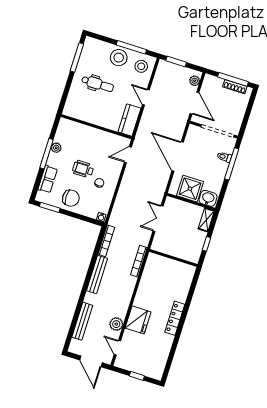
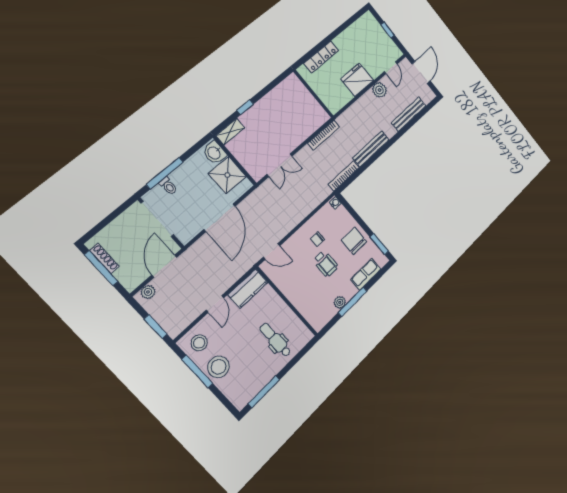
dental chair: (98, 84) -> (275, 340), moved
wall: (173, 258) -> (313, 94), moved

